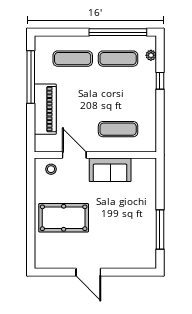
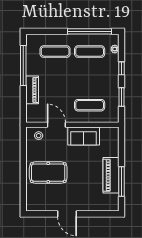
piano: (45, 109) -> (32, 90), width x0.73, depth x0.75
window: (160, 118) -> (121, 97), added
piano: (146, 221) -> (111, 175), added

